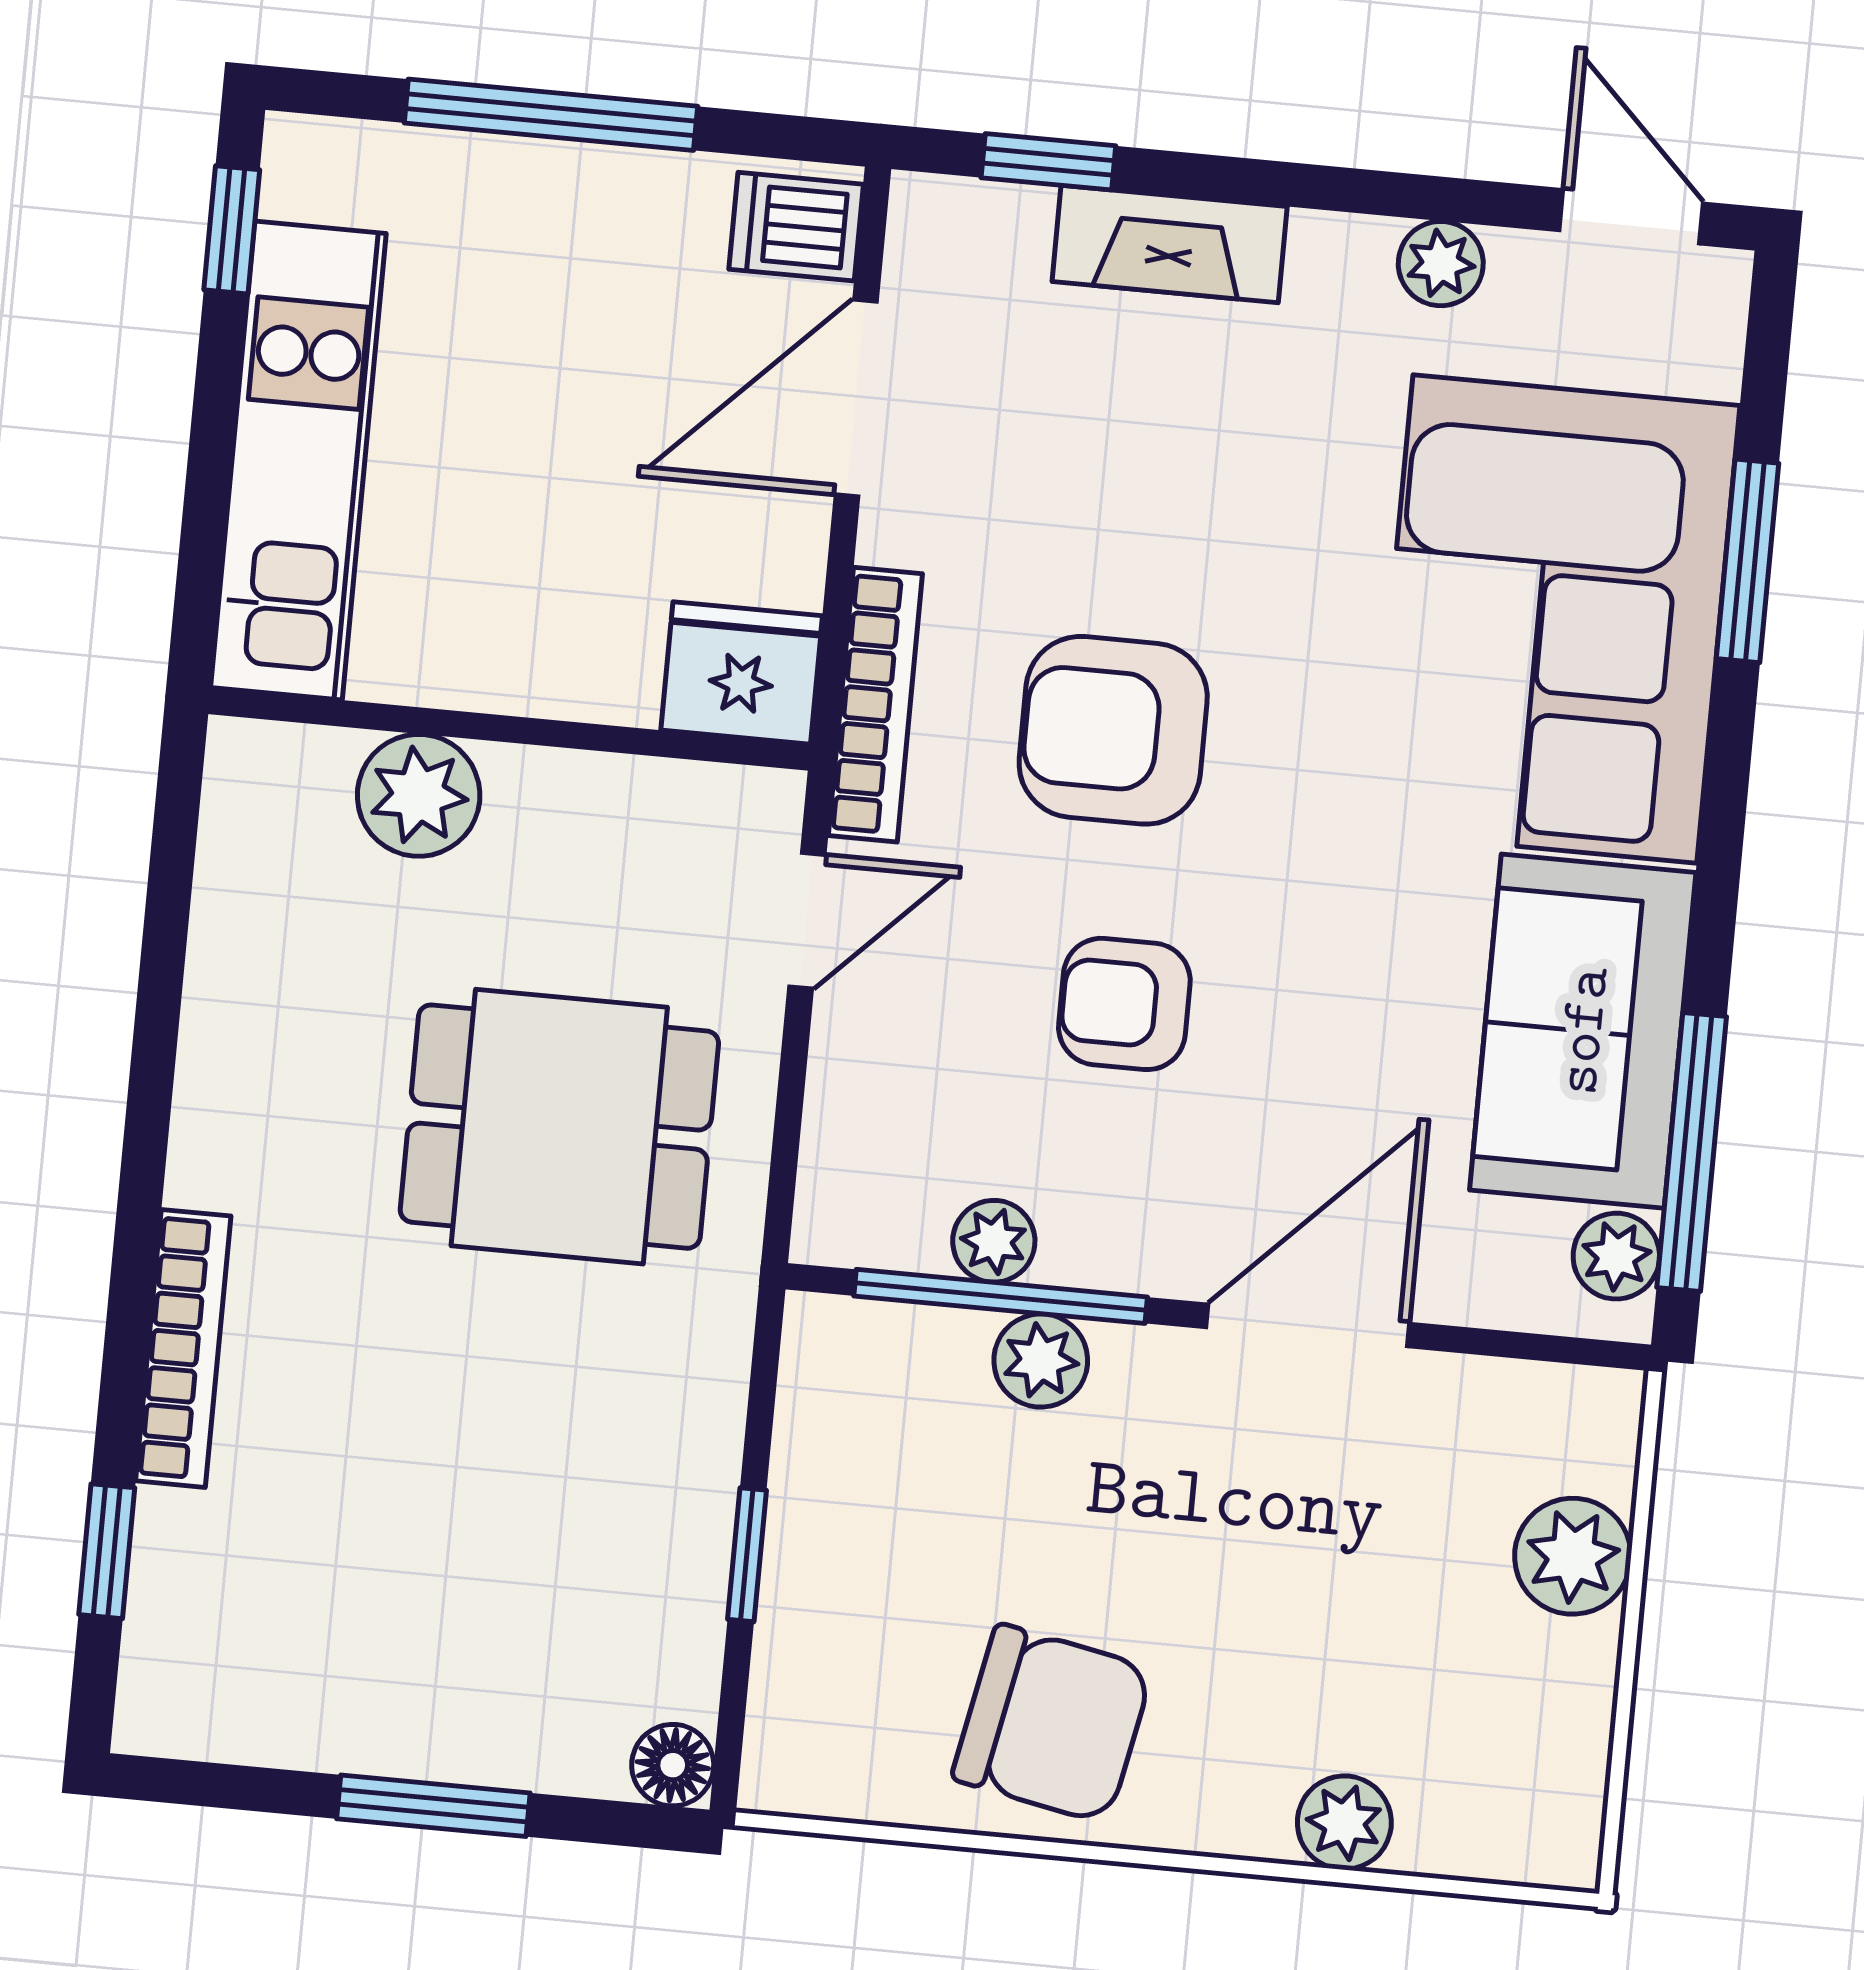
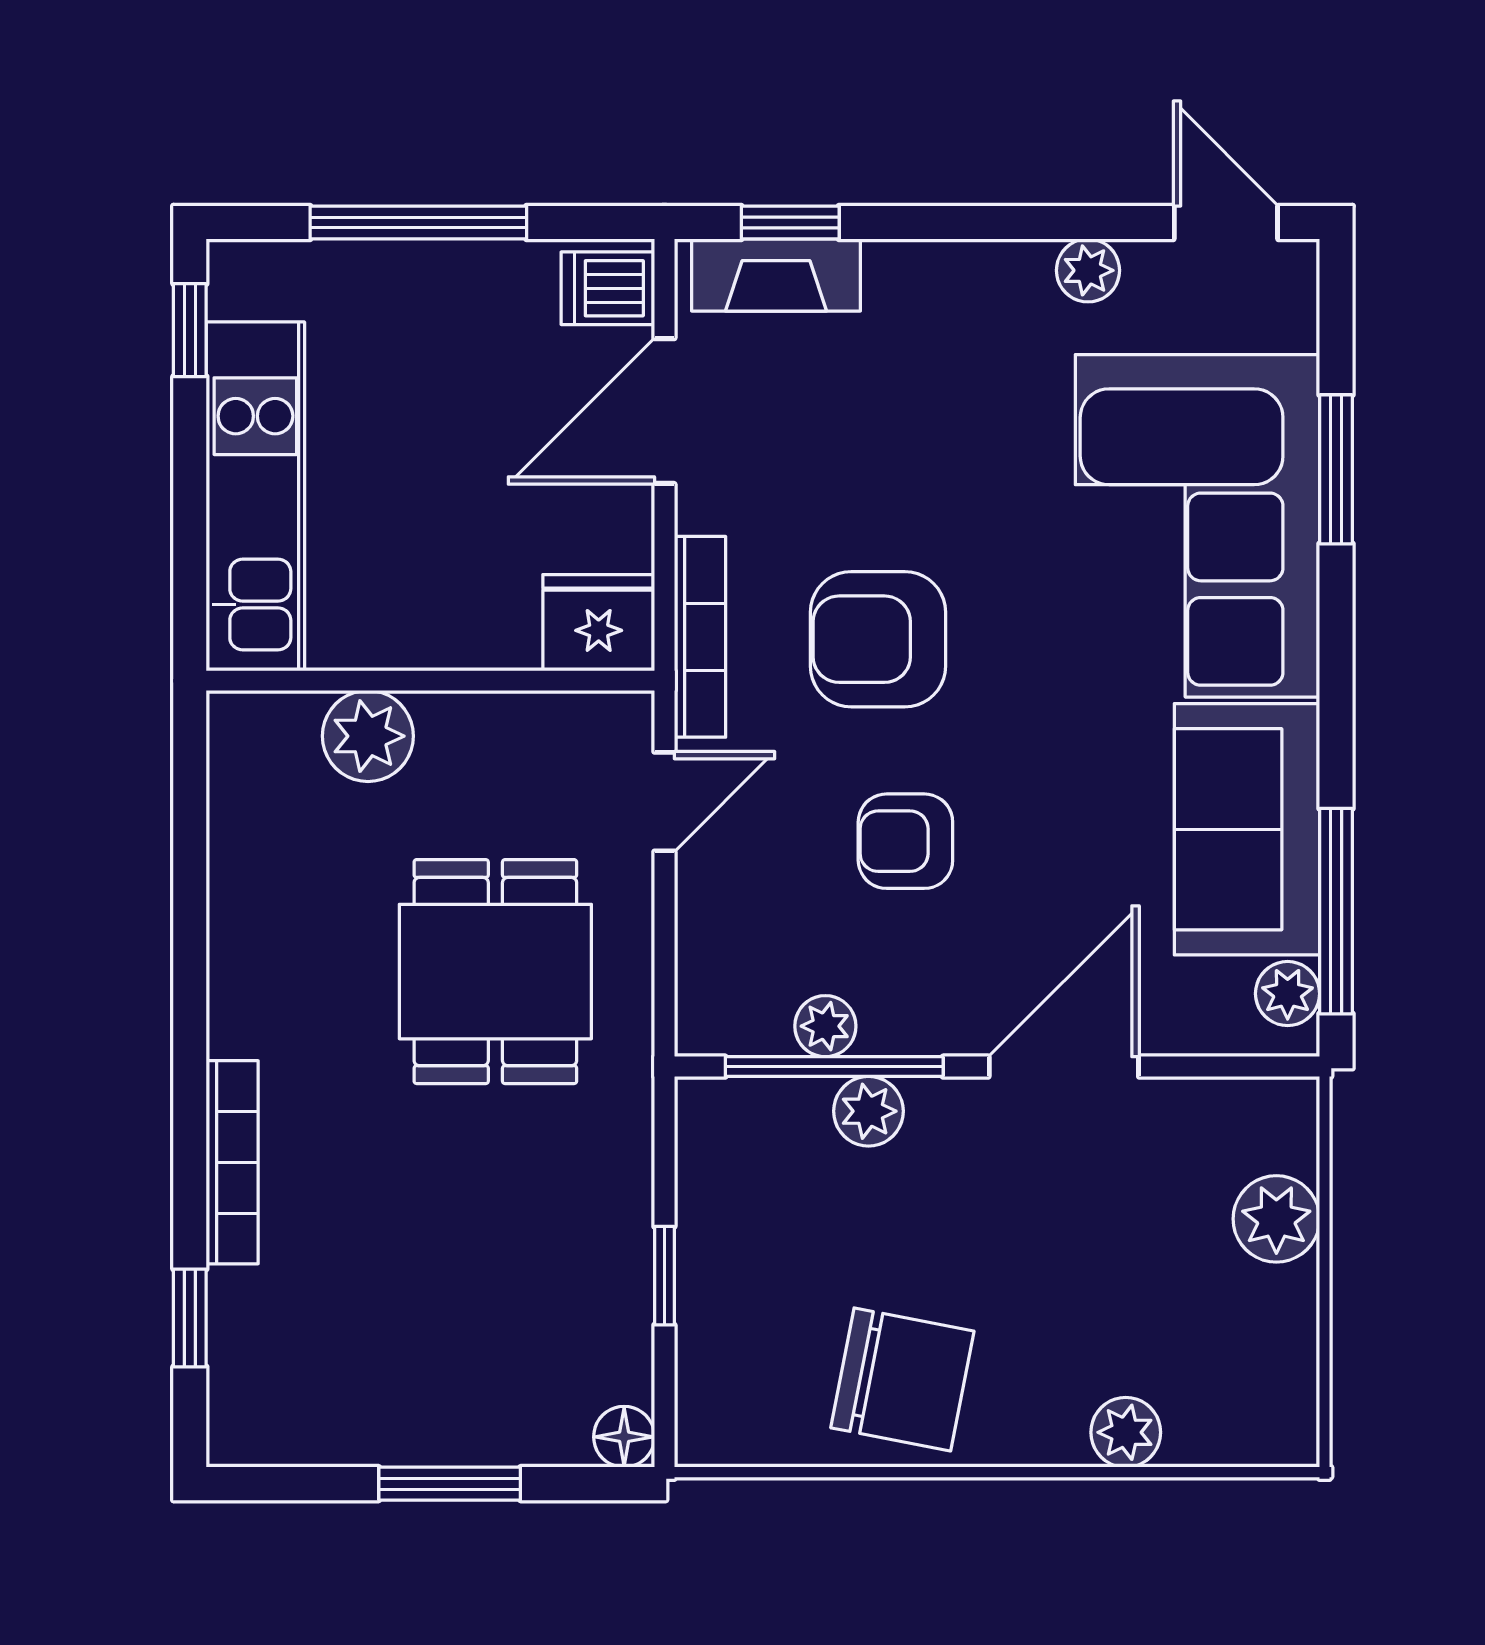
fireplace: (1170, 244) -> (776, 275), moved
dining table: (559, 1127) -> (495, 972), turned 90

